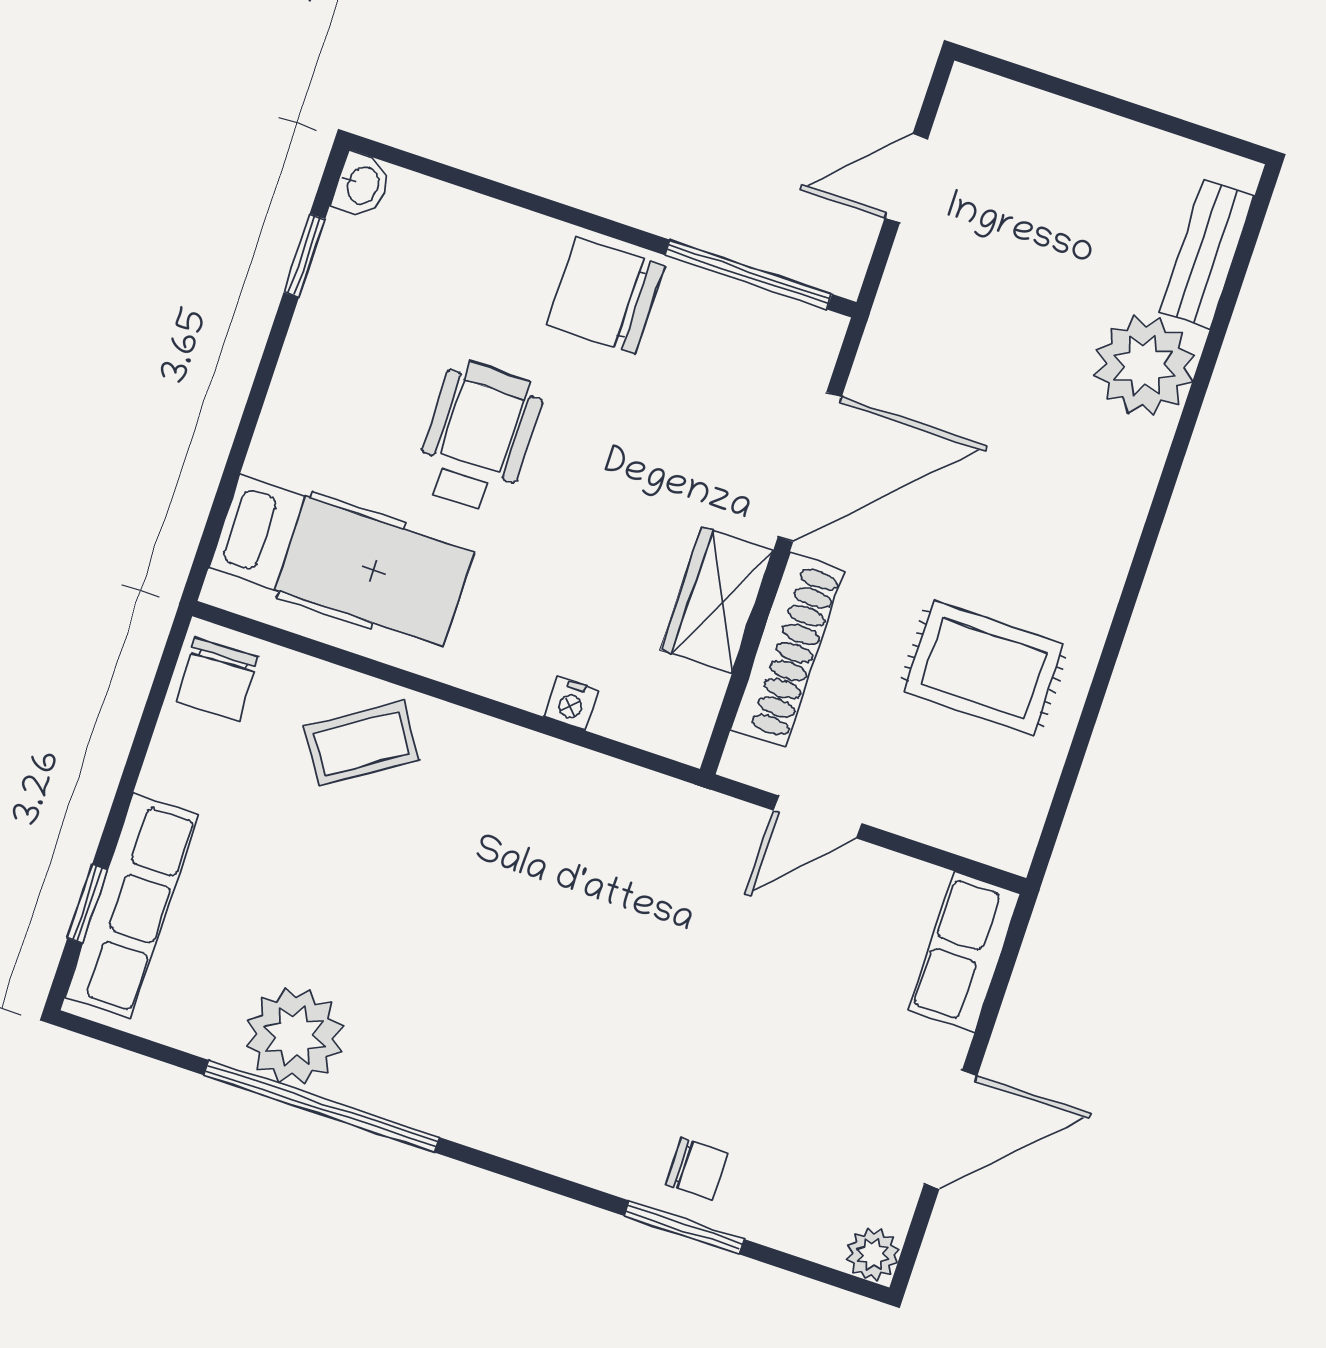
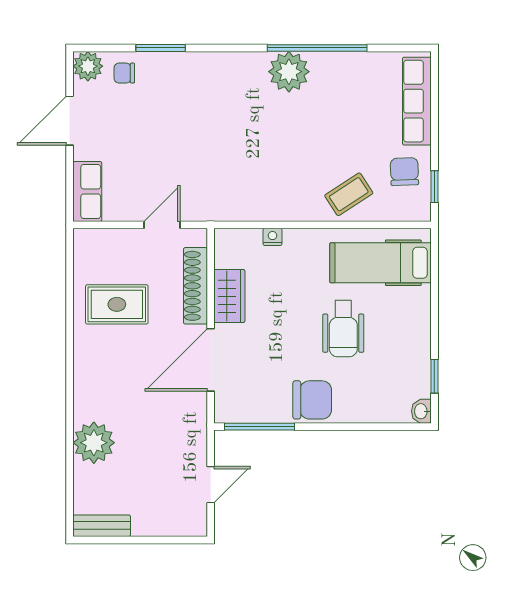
bench: (1207, 254) -> (102, 526), moved, turned 90
chair: (217, 679) -> (404, 172), moved
window: (87, 904) -> (434, 187), moved
plant: (295, 1036) -> (289, 72), moved
chair: (697, 1169) -> (124, 73), moved
plant: (873, 1254) -> (88, 66), width x1.38, depth x1.38

